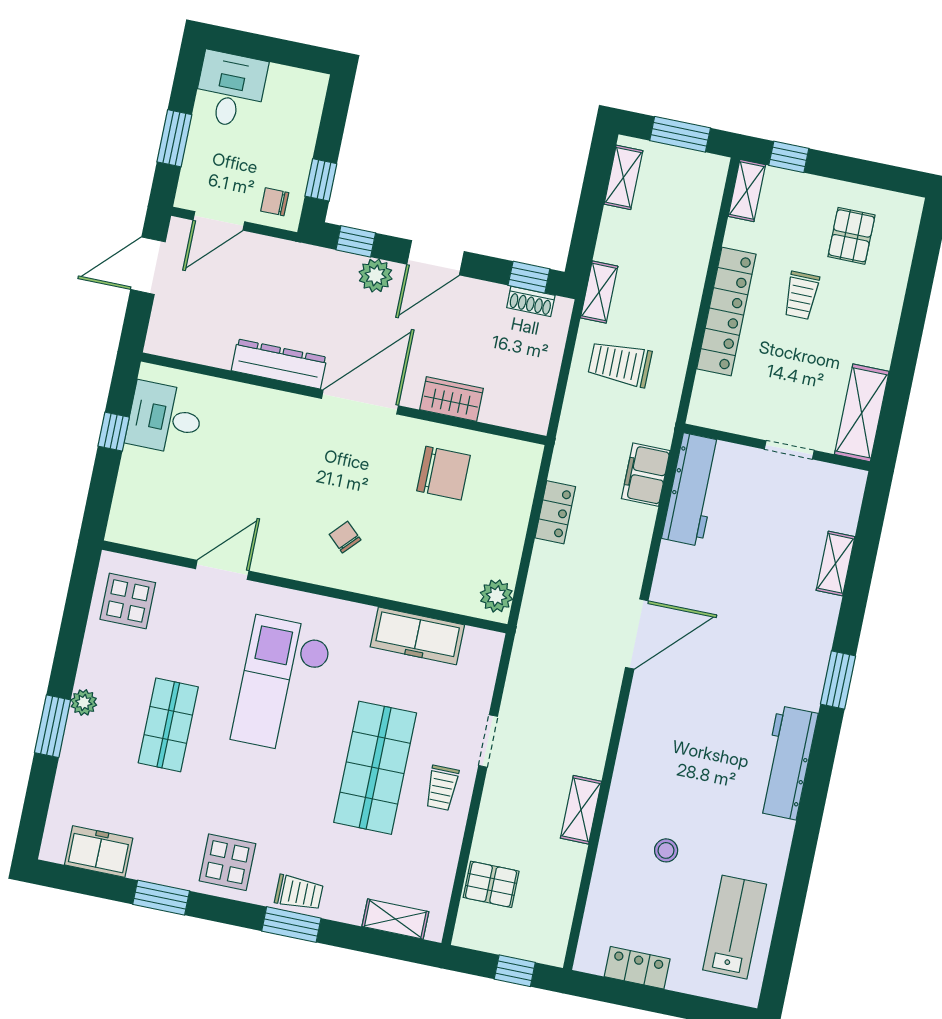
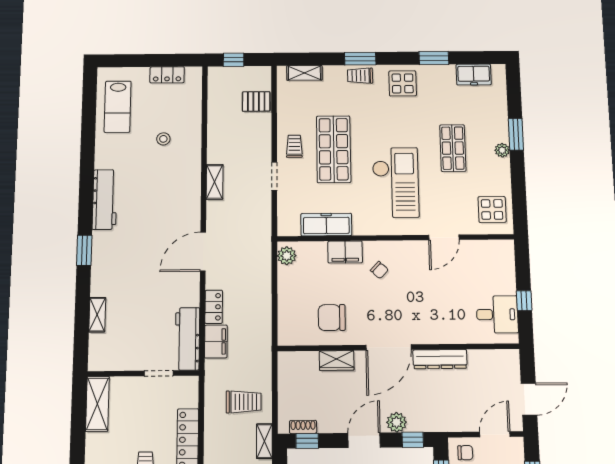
doorway: (789, 450) -> (159, 373), moved
locker: (555, 512) -> (214, 307), moved, turned 180
filing cabinet: (396, 581) -> (345, 252), added
shelving: (581, 810) -> (215, 182), moved

